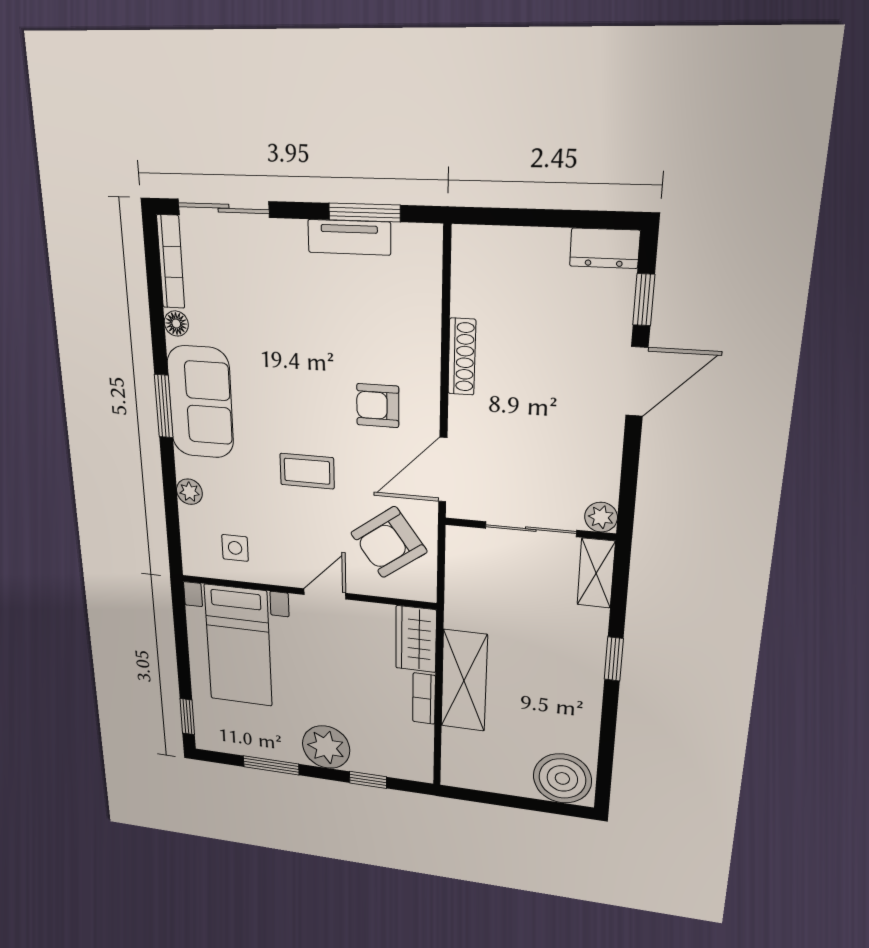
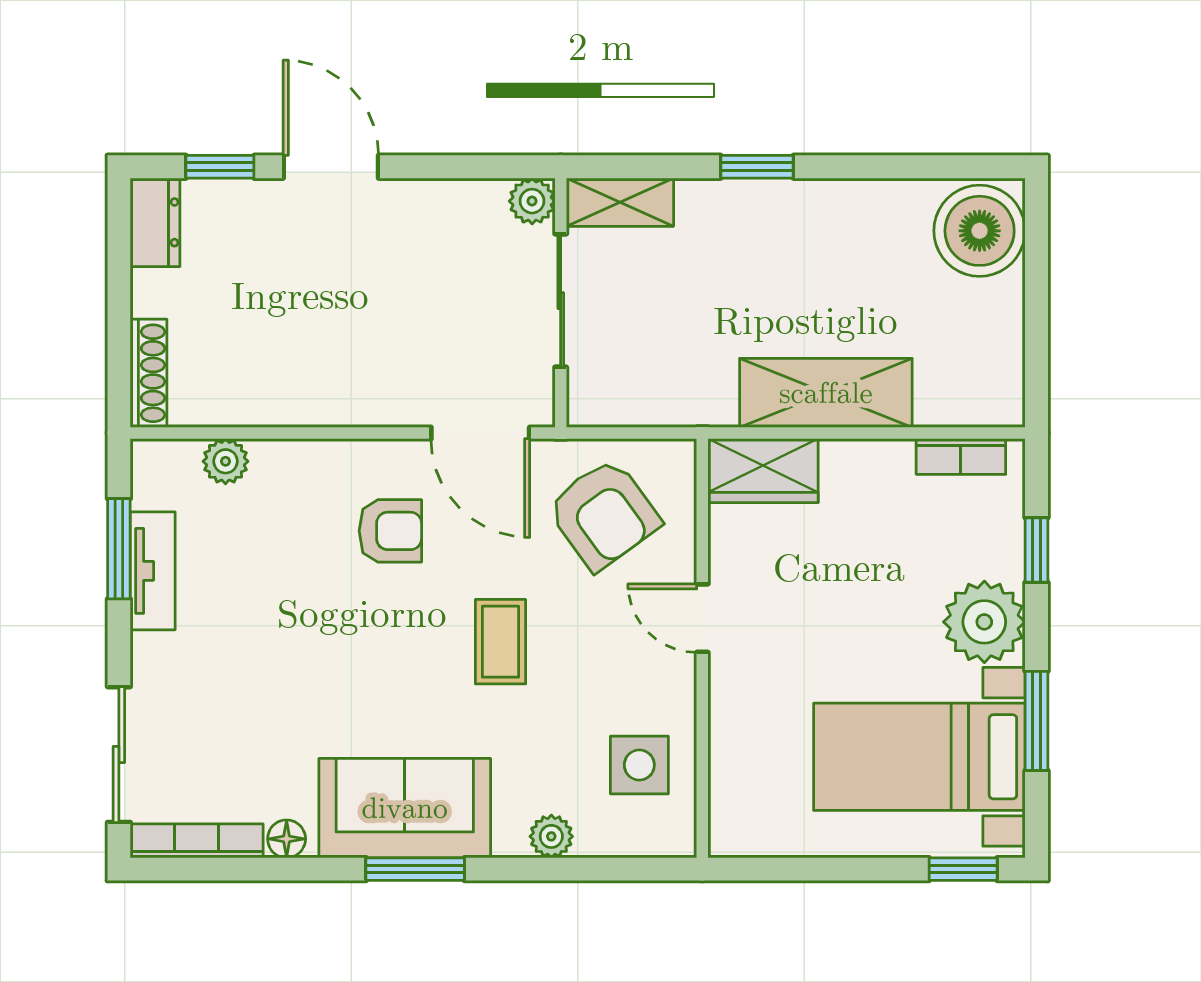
plant: (426, 294) -> (225, 461), added
shoe rack: (462, 357) -> (149, 373), moved, turned 90
armchair: (378, 406) -> (390, 531), turned -90
side table: (235, 548) -> (639, 765), width x1.37, depth x1.37
bed with nightstands: (238, 646) -> (919, 757), moved, turned 180
bookcase: (424, 699) -> (961, 457), moved

